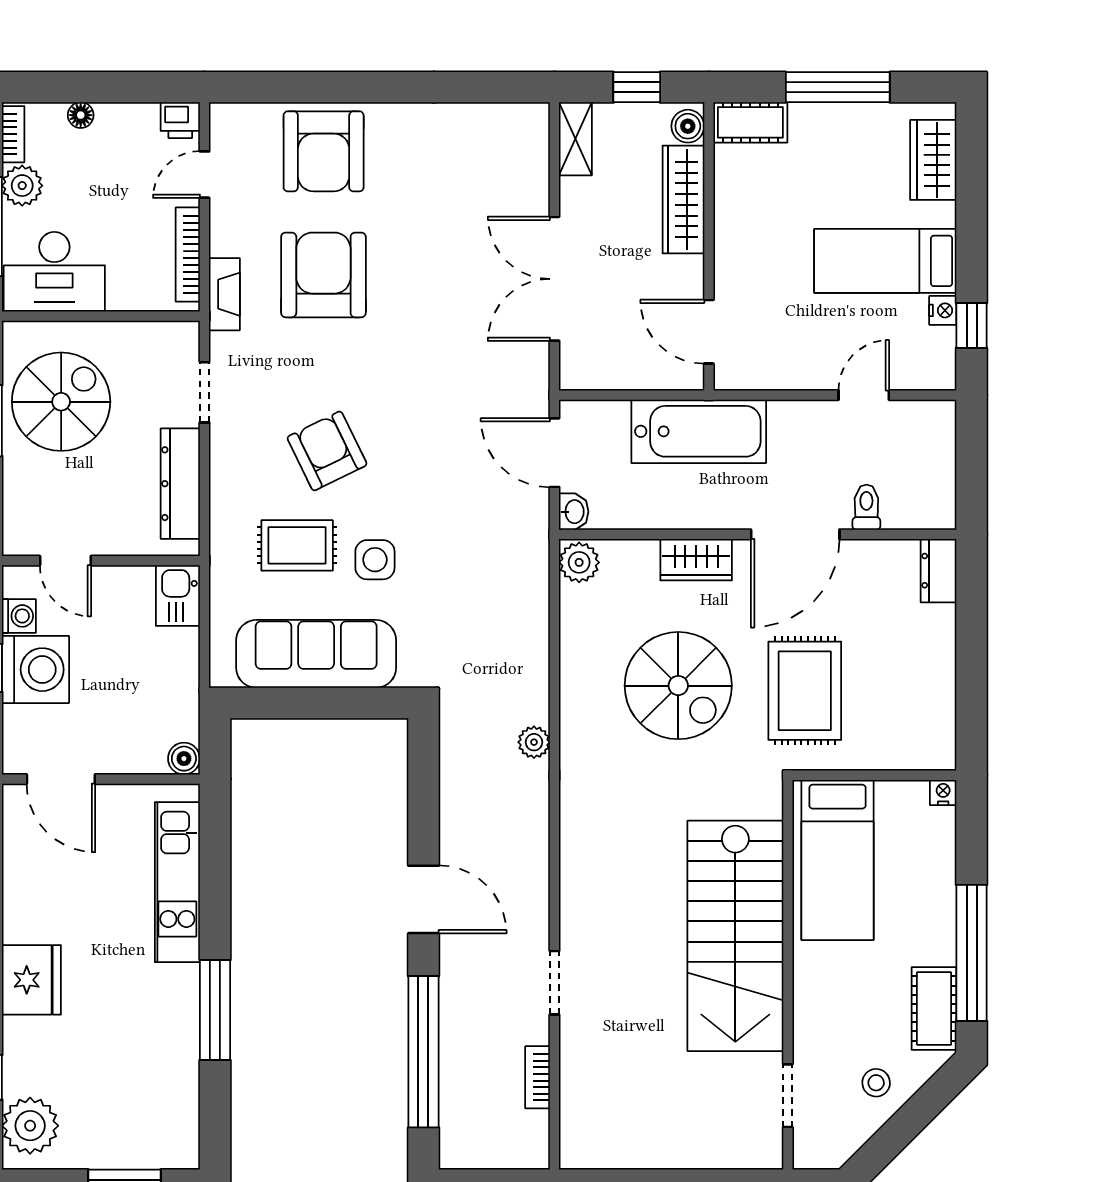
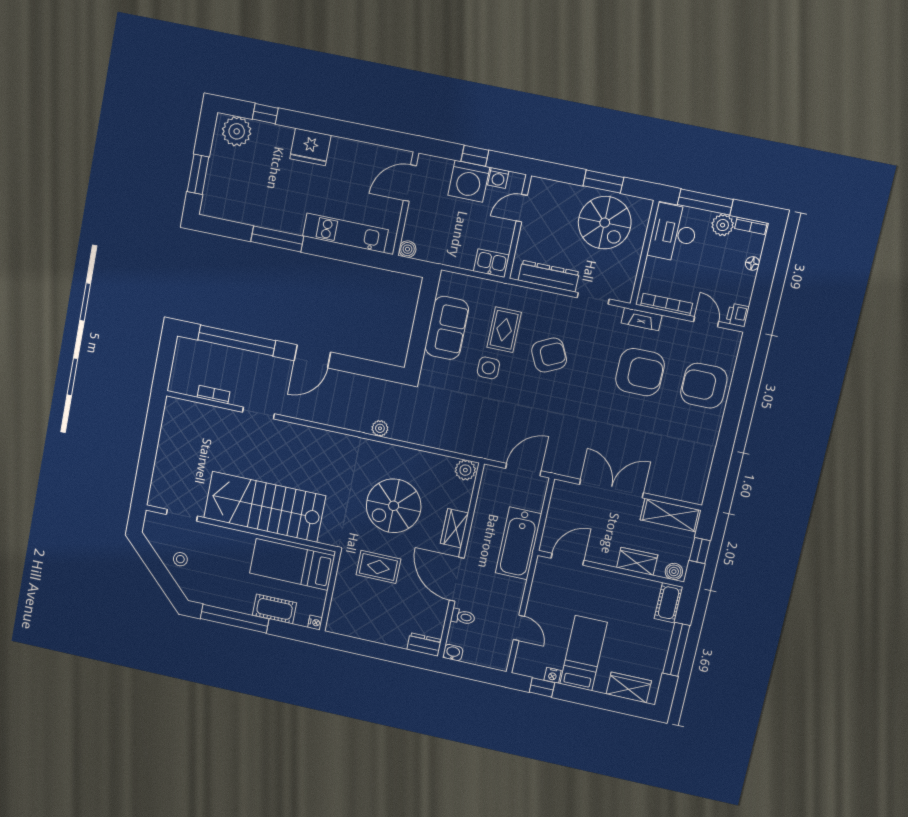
shelving: (575, 139) -> (671, 515), width x1.50, depth x1.33
wardrobe: (683, 200) -> (637, 561), width x0.67
washbasin: (574, 512) -> (453, 653), moved, turned 180
sofa: (316, 654) -> (447, 328), width x0.73
rug: (805, 691) -> (378, 567), width x0.73, depth x0.70
cot: (934, 1008) -> (275, 609), moved

